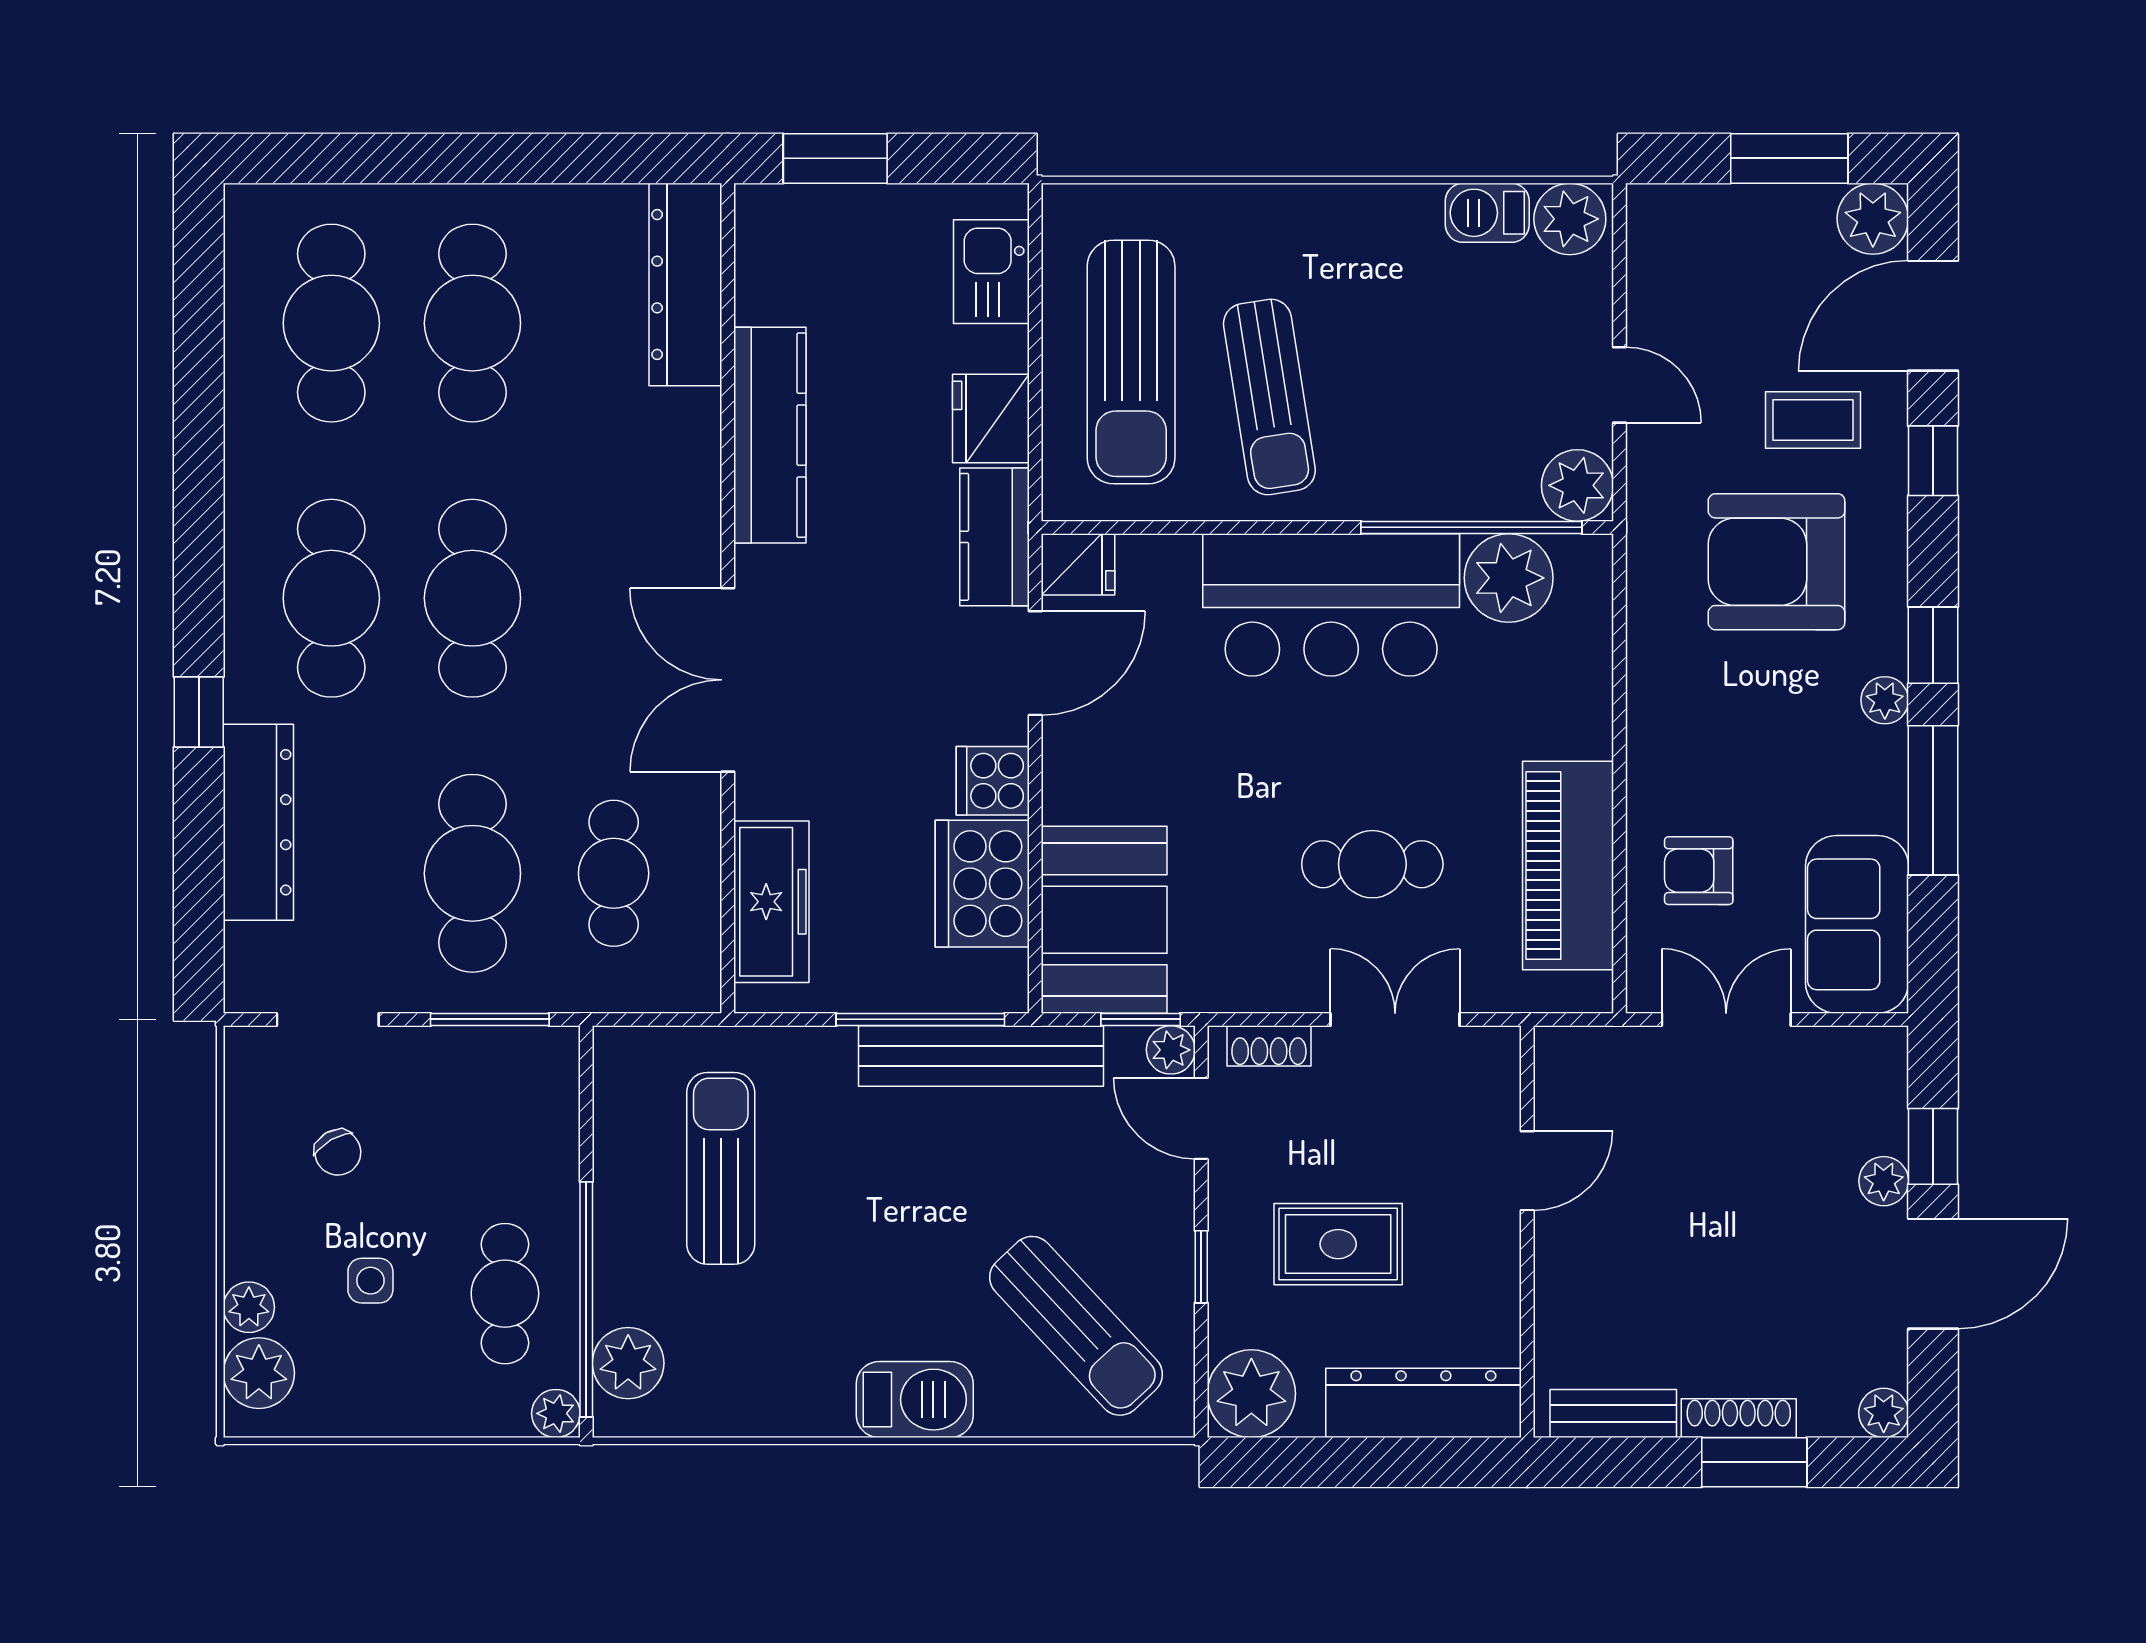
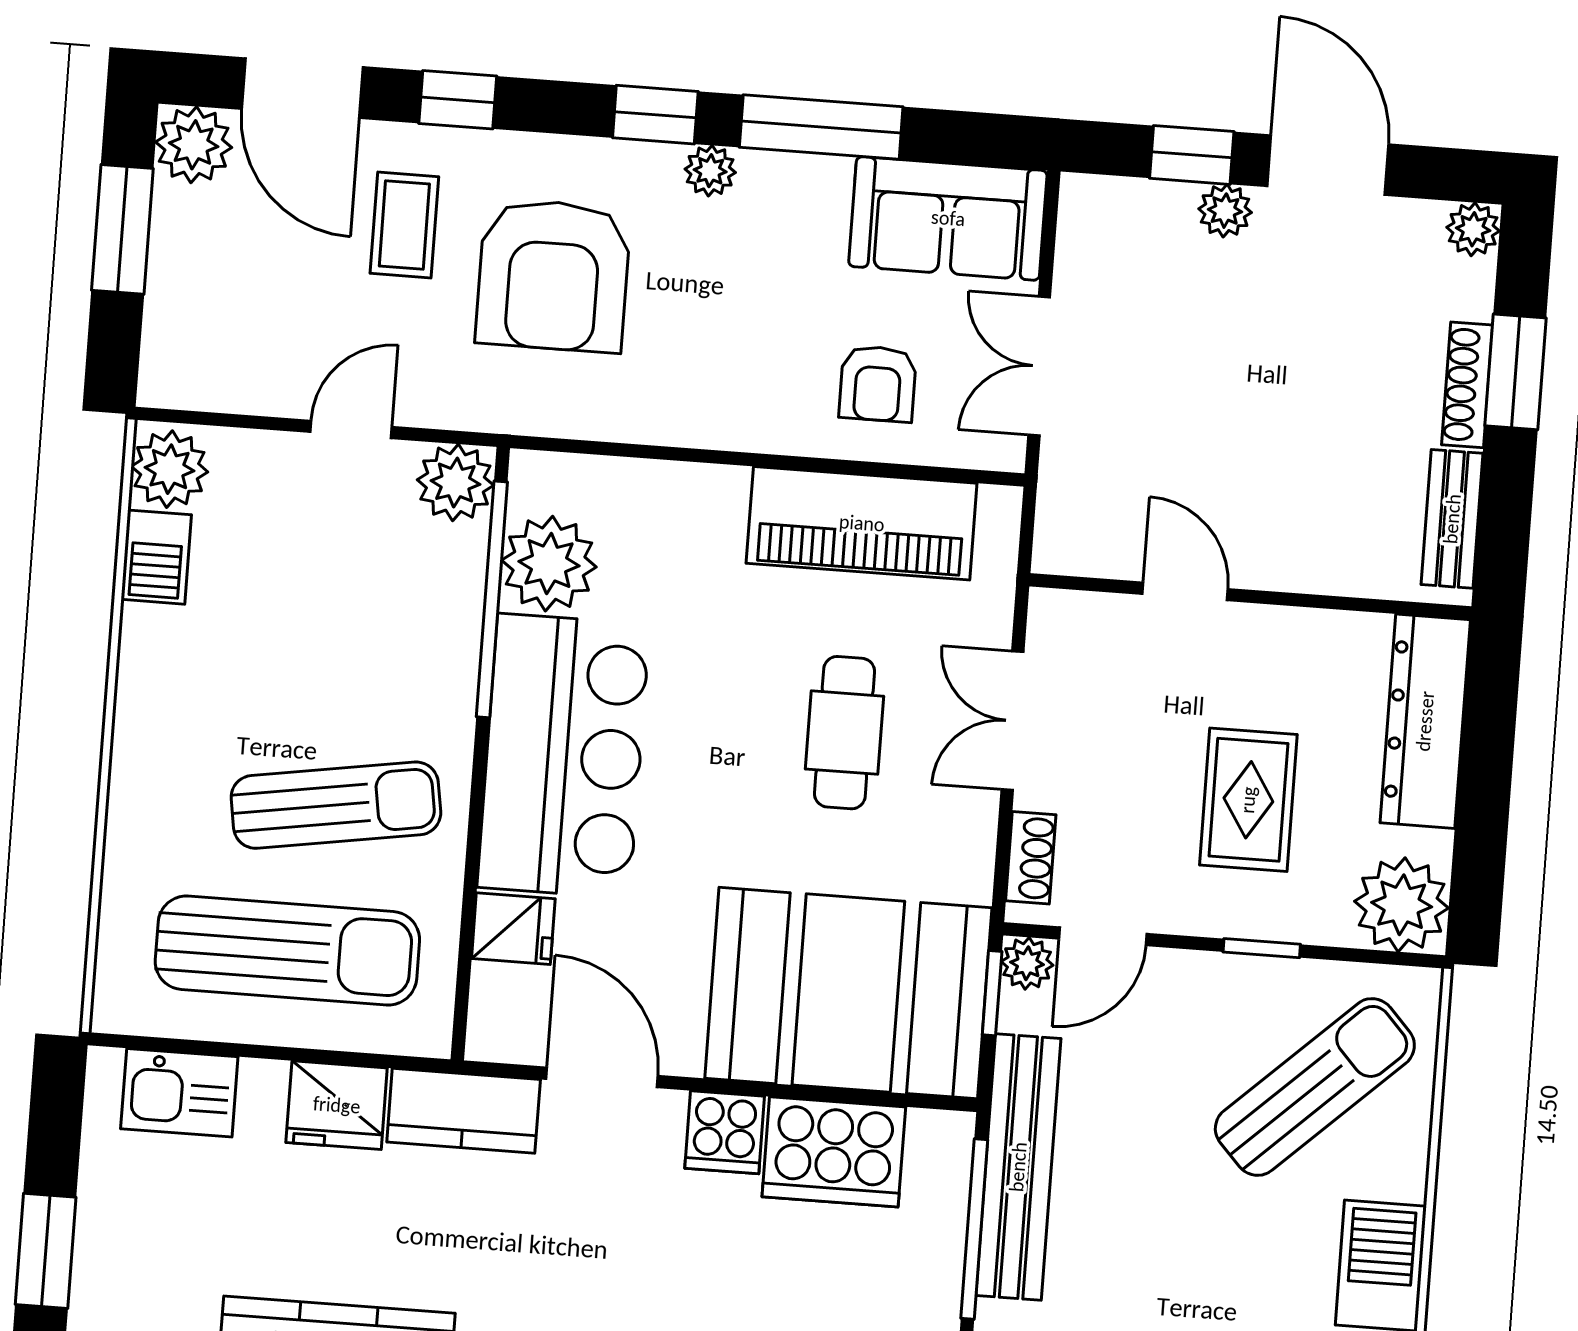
fridge: (1078, 564) -> (513, 929), moved, turned 90
booth: (1104, 920) -> (848, 993), width x1.36, depth x1.42

